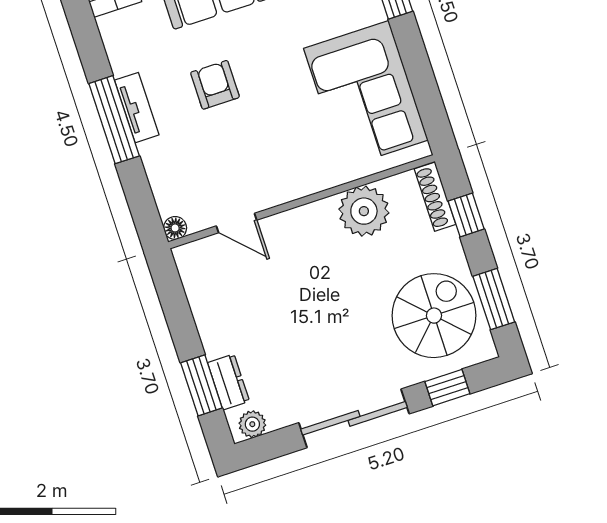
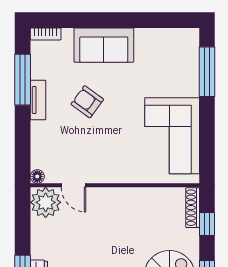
armchair: (215, 85) -> (87, 102), turned -54
window: (114, 120) -> (23, 80), moved
plant: (364, 211) -> (46, 202), moved

